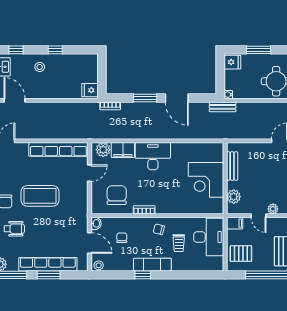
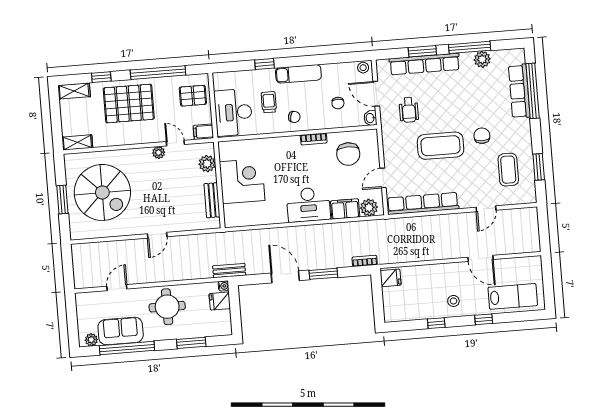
fridge: (232, 62) -> (220, 301), moved
wheelchair: (14, 229) -> (409, 110), moved, turned -90
window: (143, 275) -> (265, 64), moved

